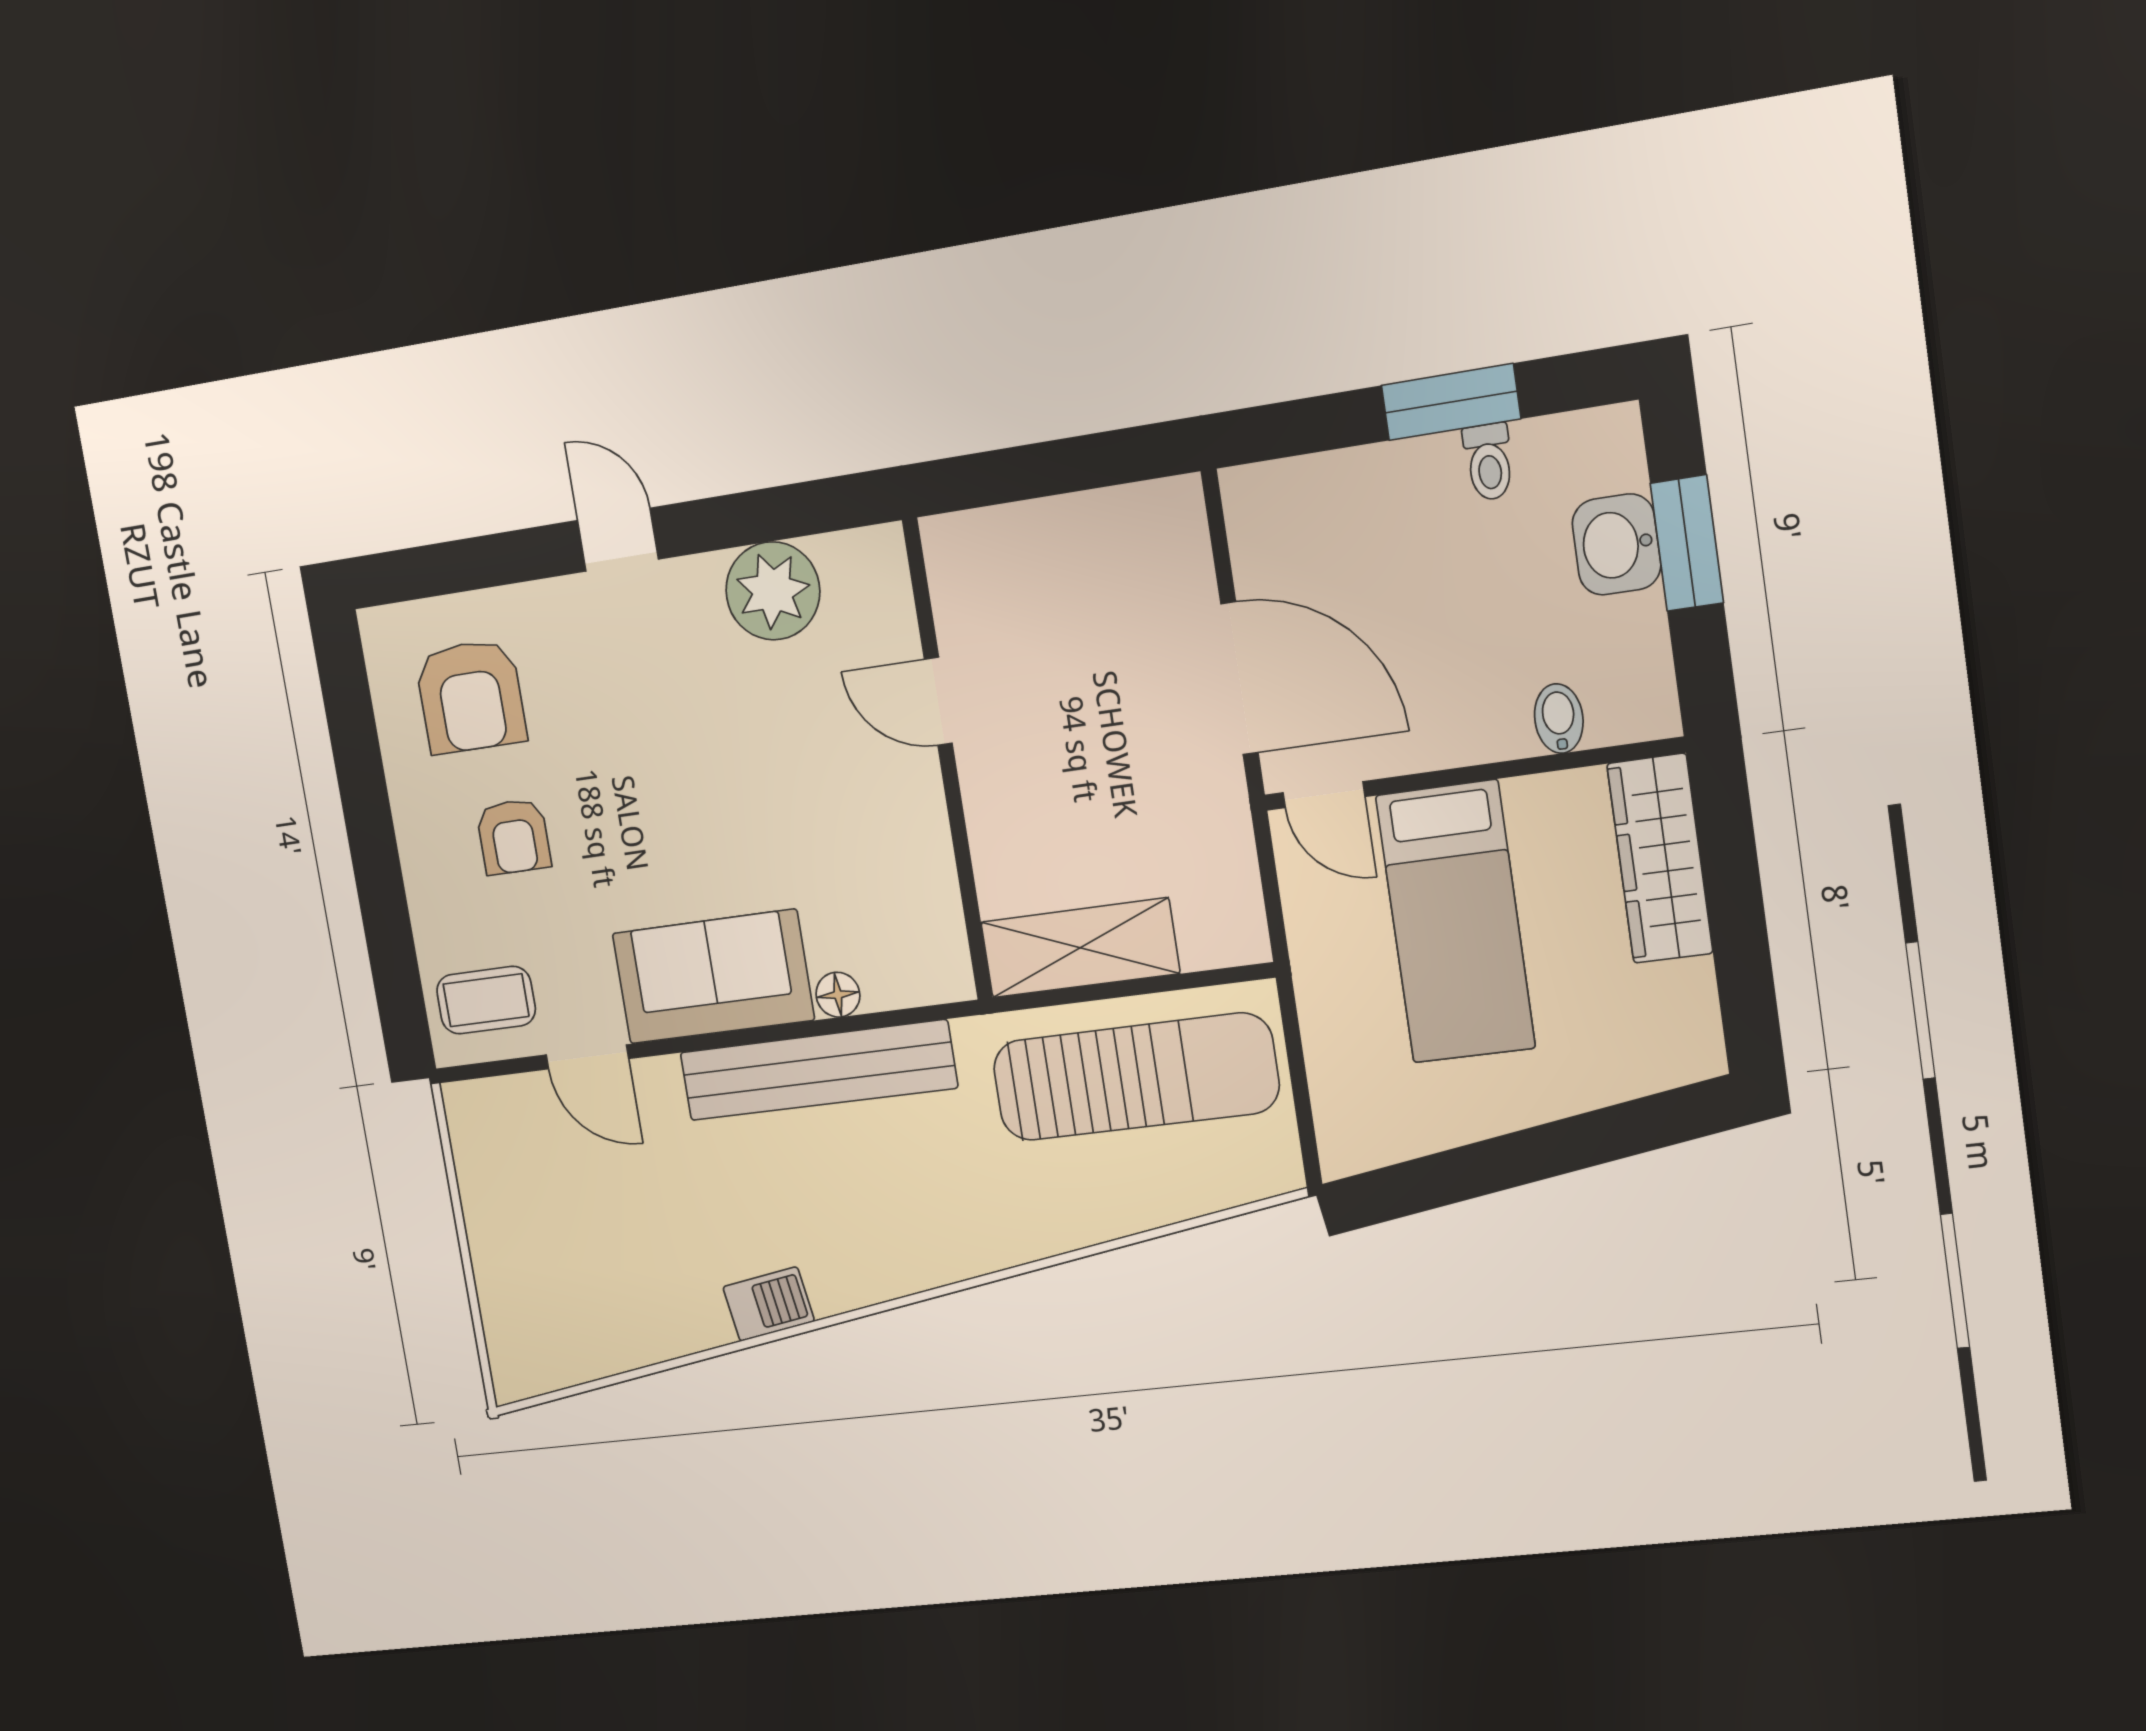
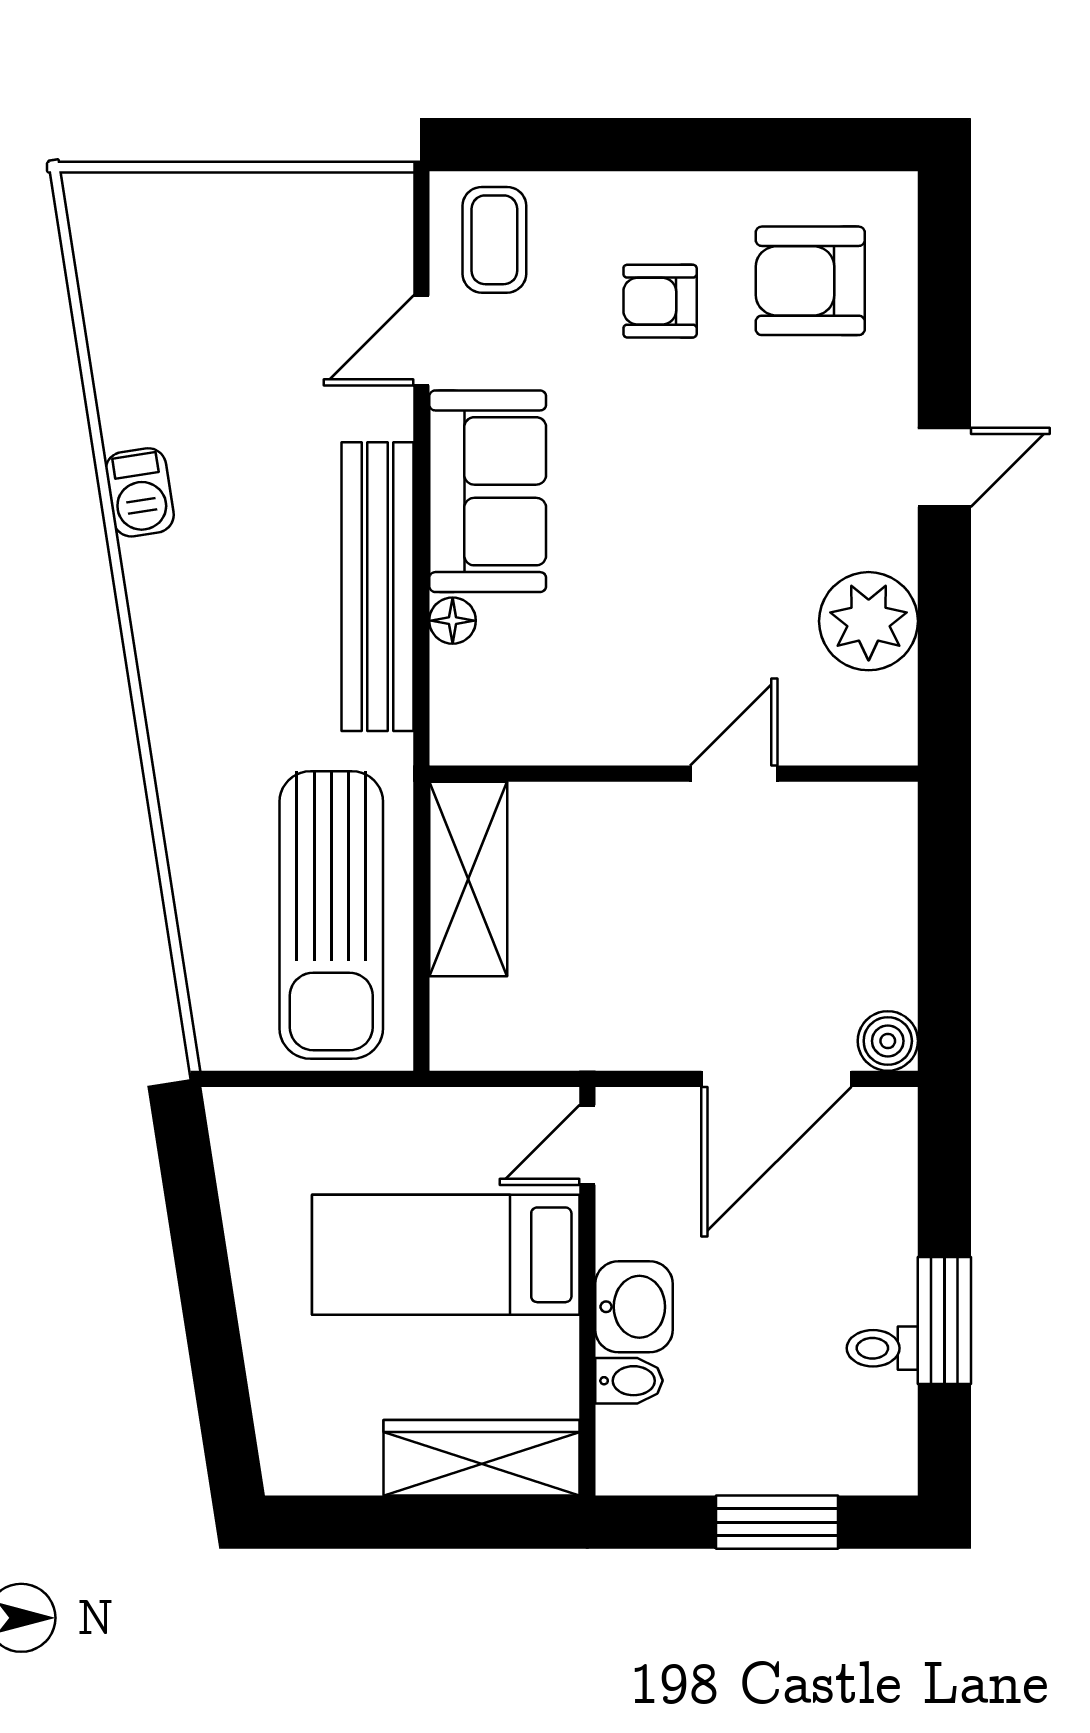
boiler: (1175, 507) -> (888, 1041), added
washbasin: (1616, 544) -> (634, 1307), moved, turned 90
door: (1239, 678) -> (776, 1079), moved

